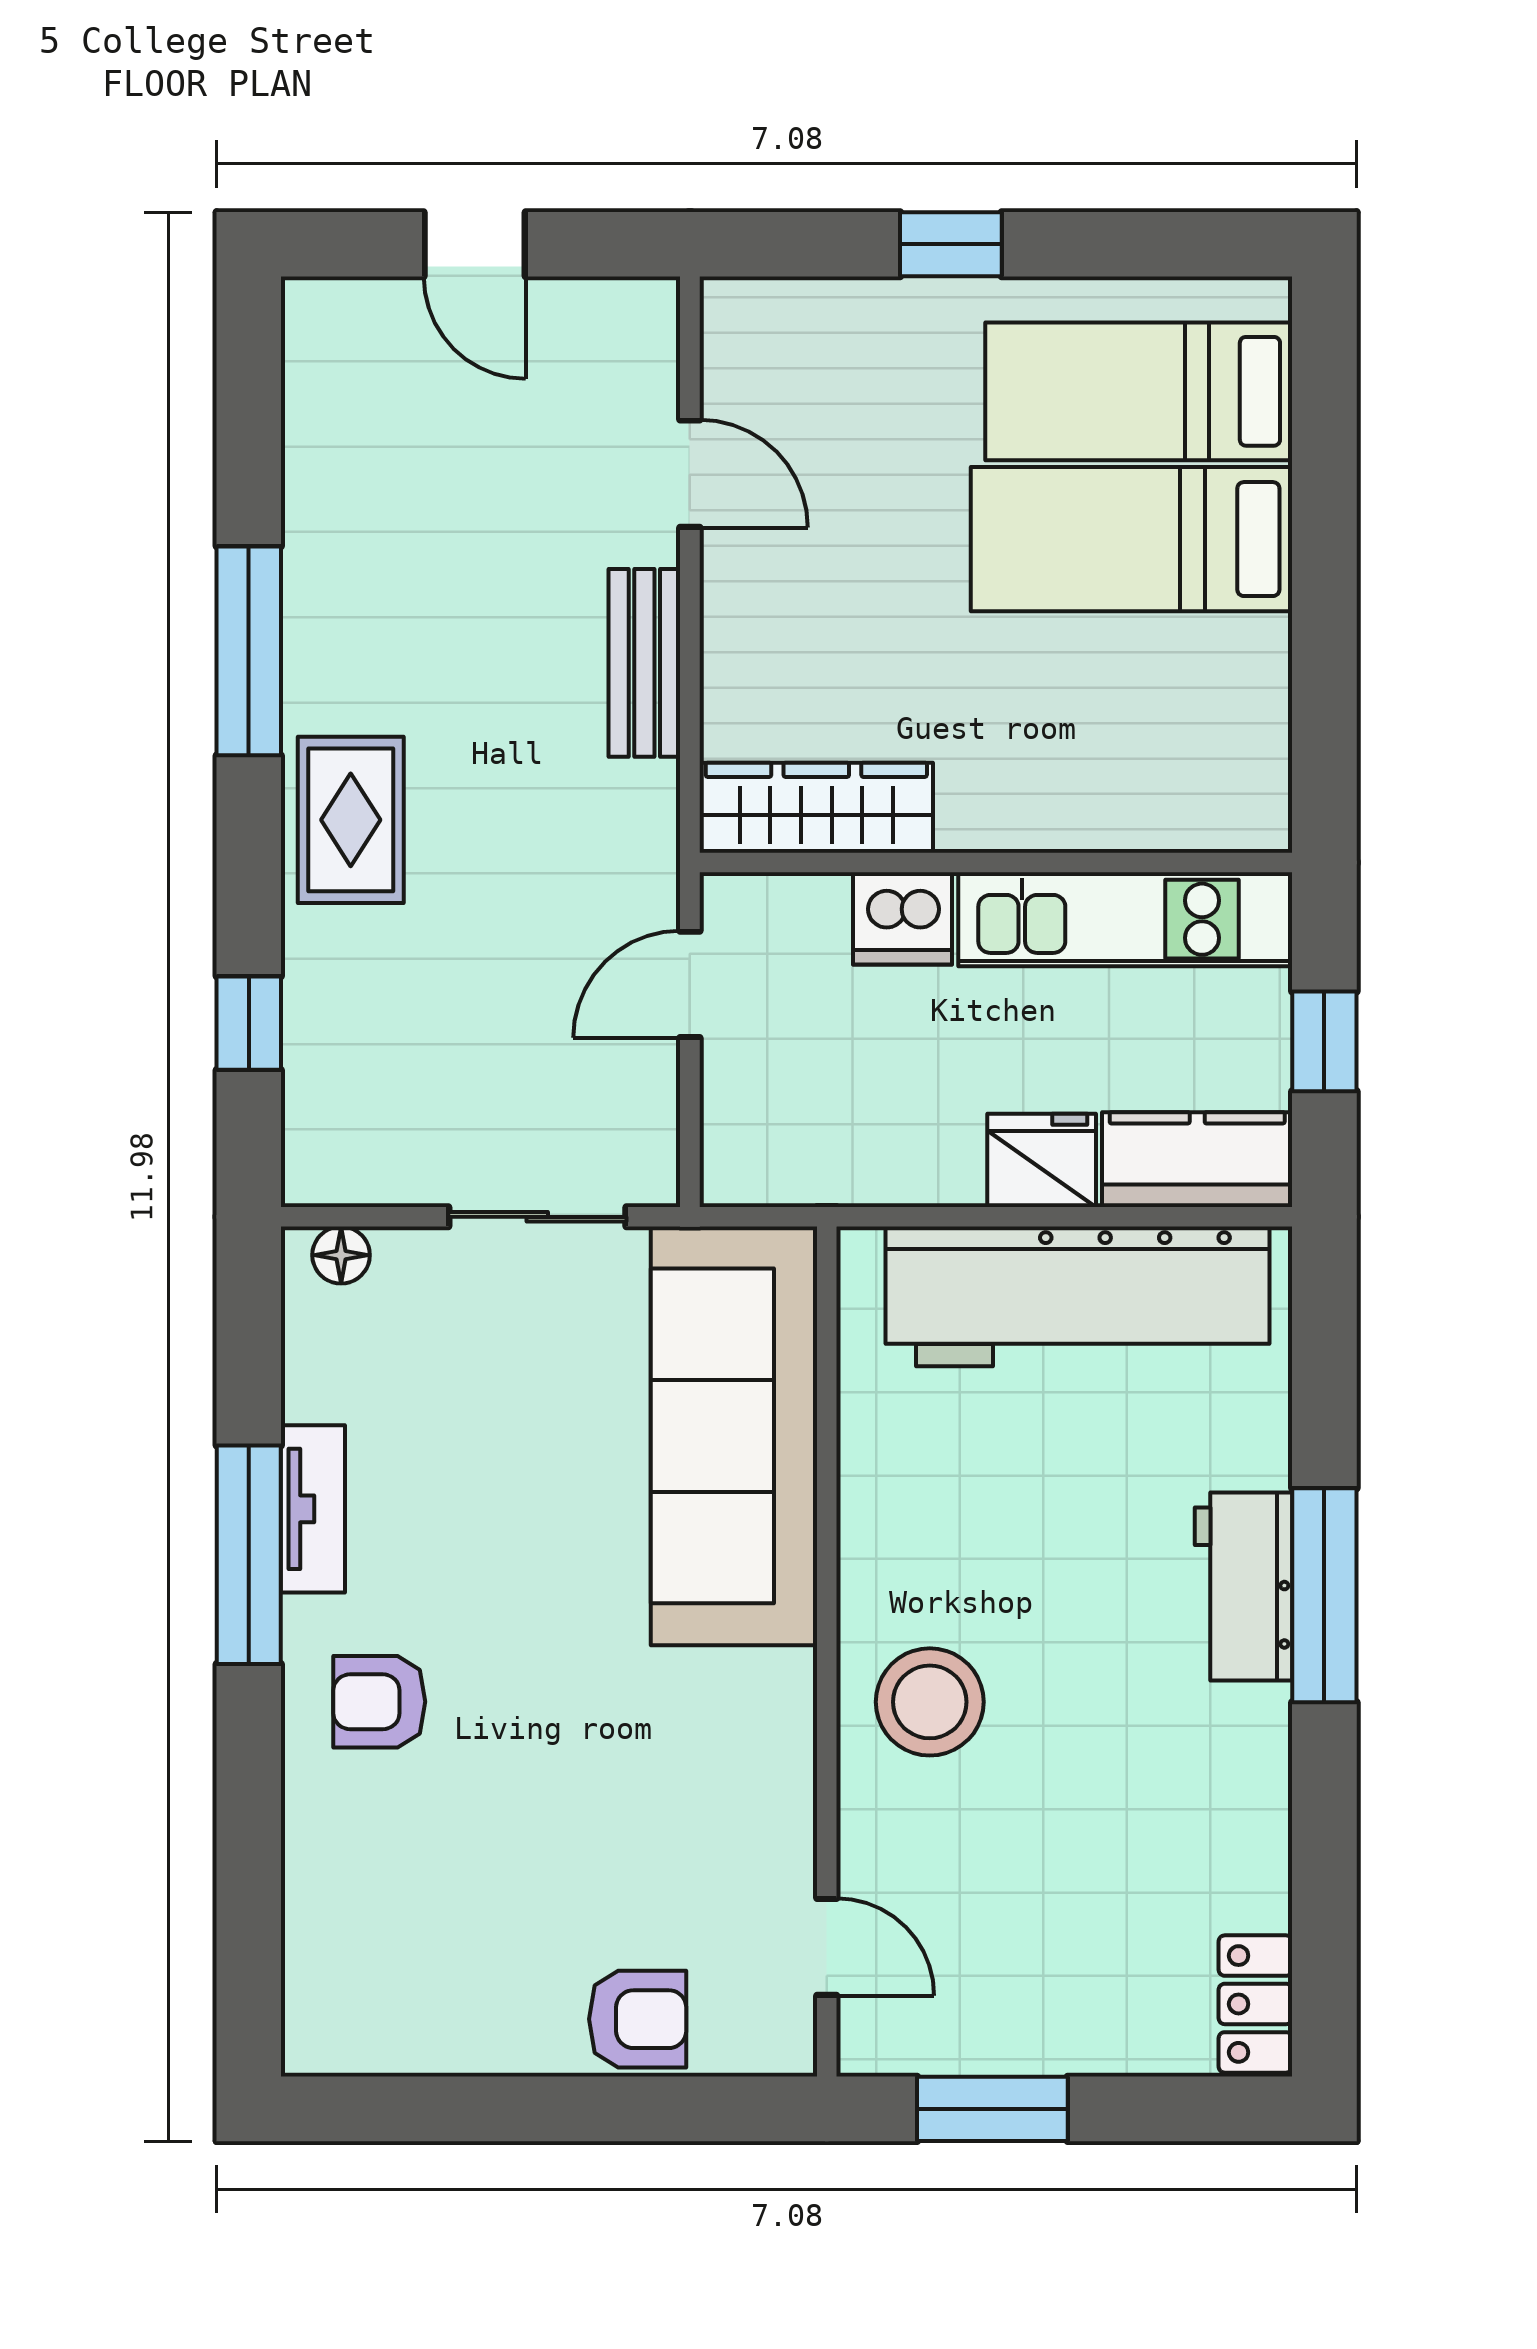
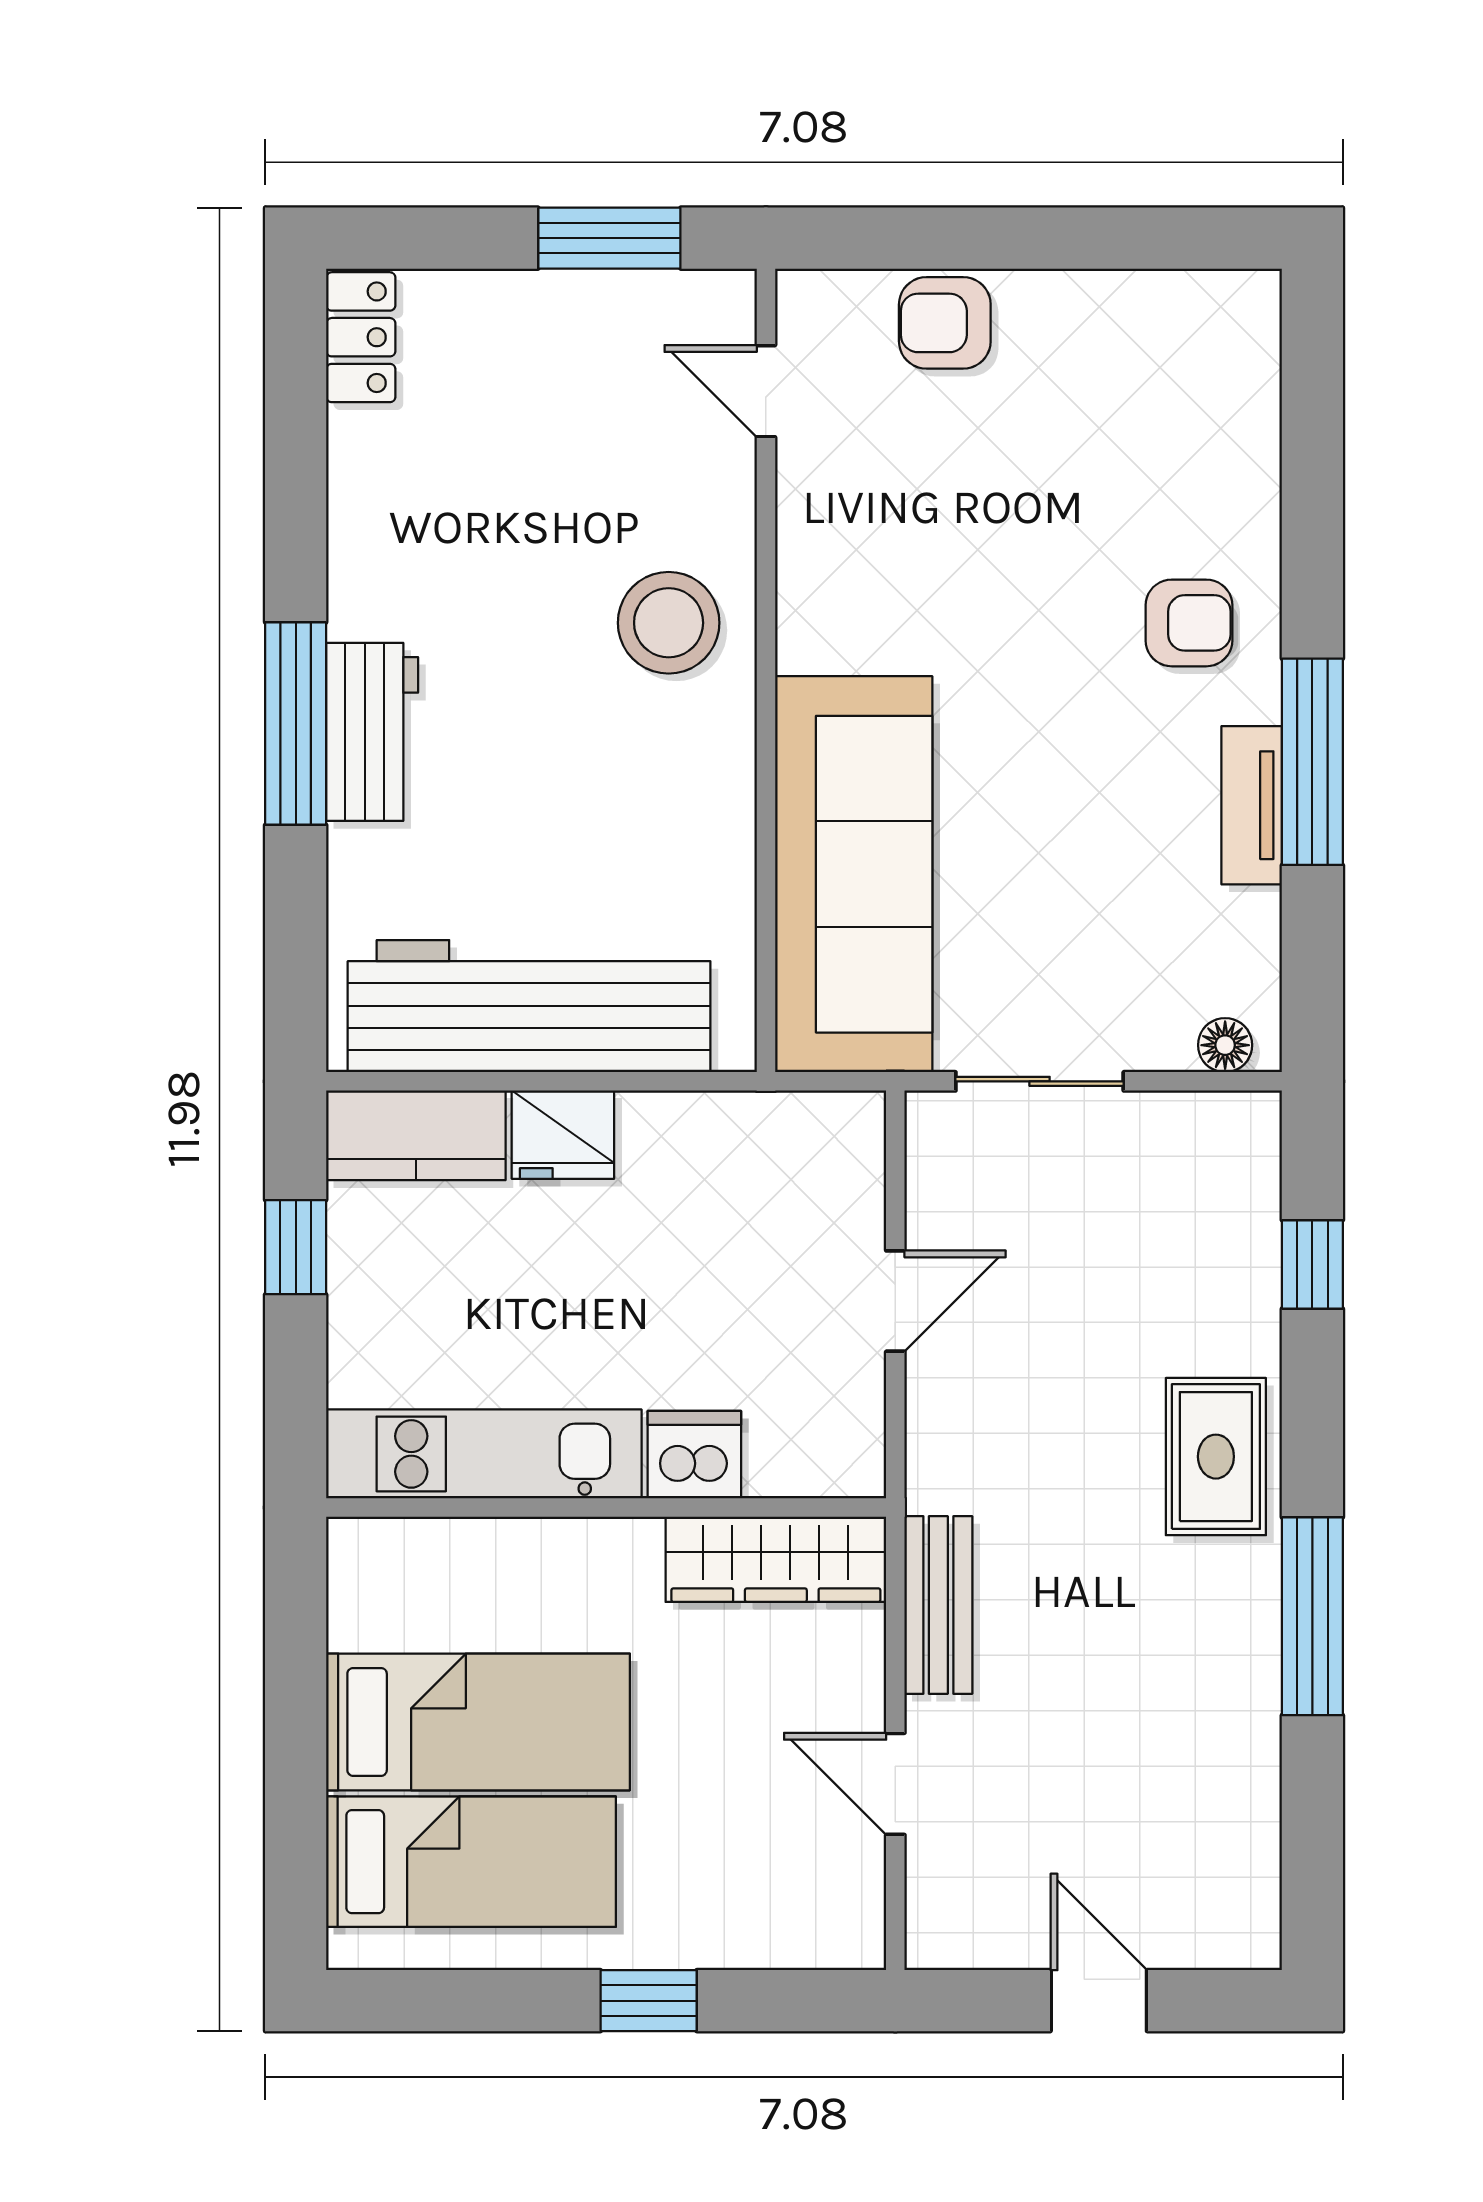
wardrobe: (816, 808) -> (776, 1559), moved
wall: (996, 863) -> (606, 1508), moved
dishwasher: (903, 918) -> (694, 1455), moved
kitchen unit: (1125, 919) -> (484, 1454), moved

